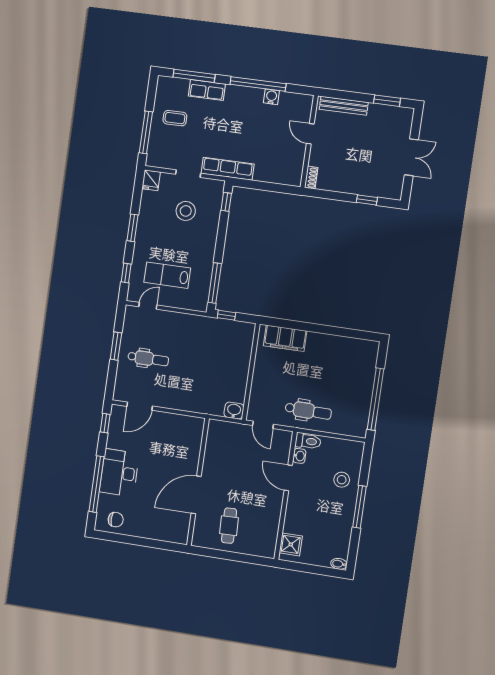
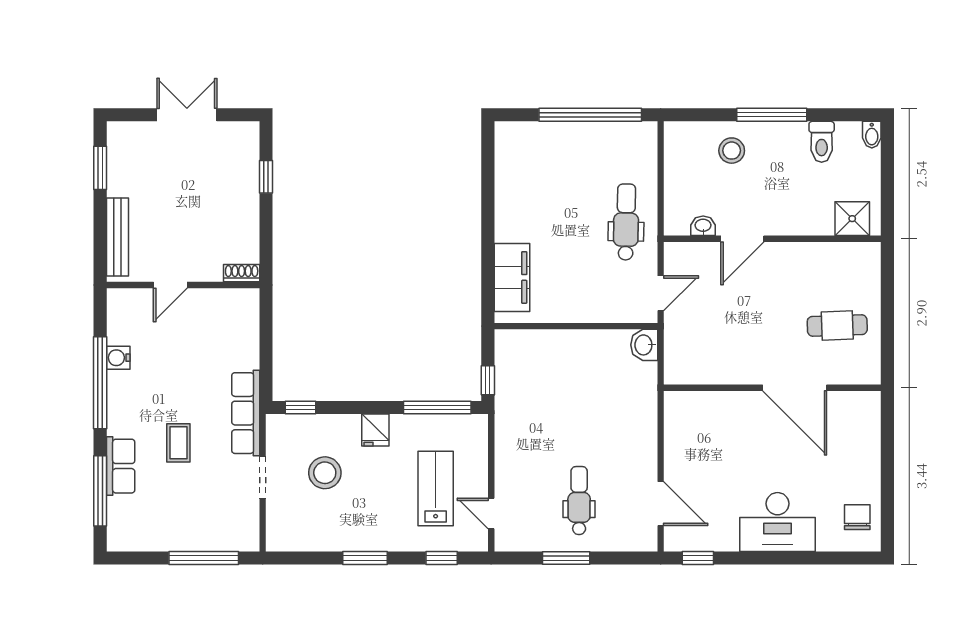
coffee table: (175, 118) -> (178, 443), moved
fridge: (151, 180) -> (375, 430), moved, turned 90
lab bench: (167, 275) -> (436, 489), turned 180
toilet: (308, 441) -> (822, 142), moved, turned 180
window: (97, 484) -> (803, 558), removed

